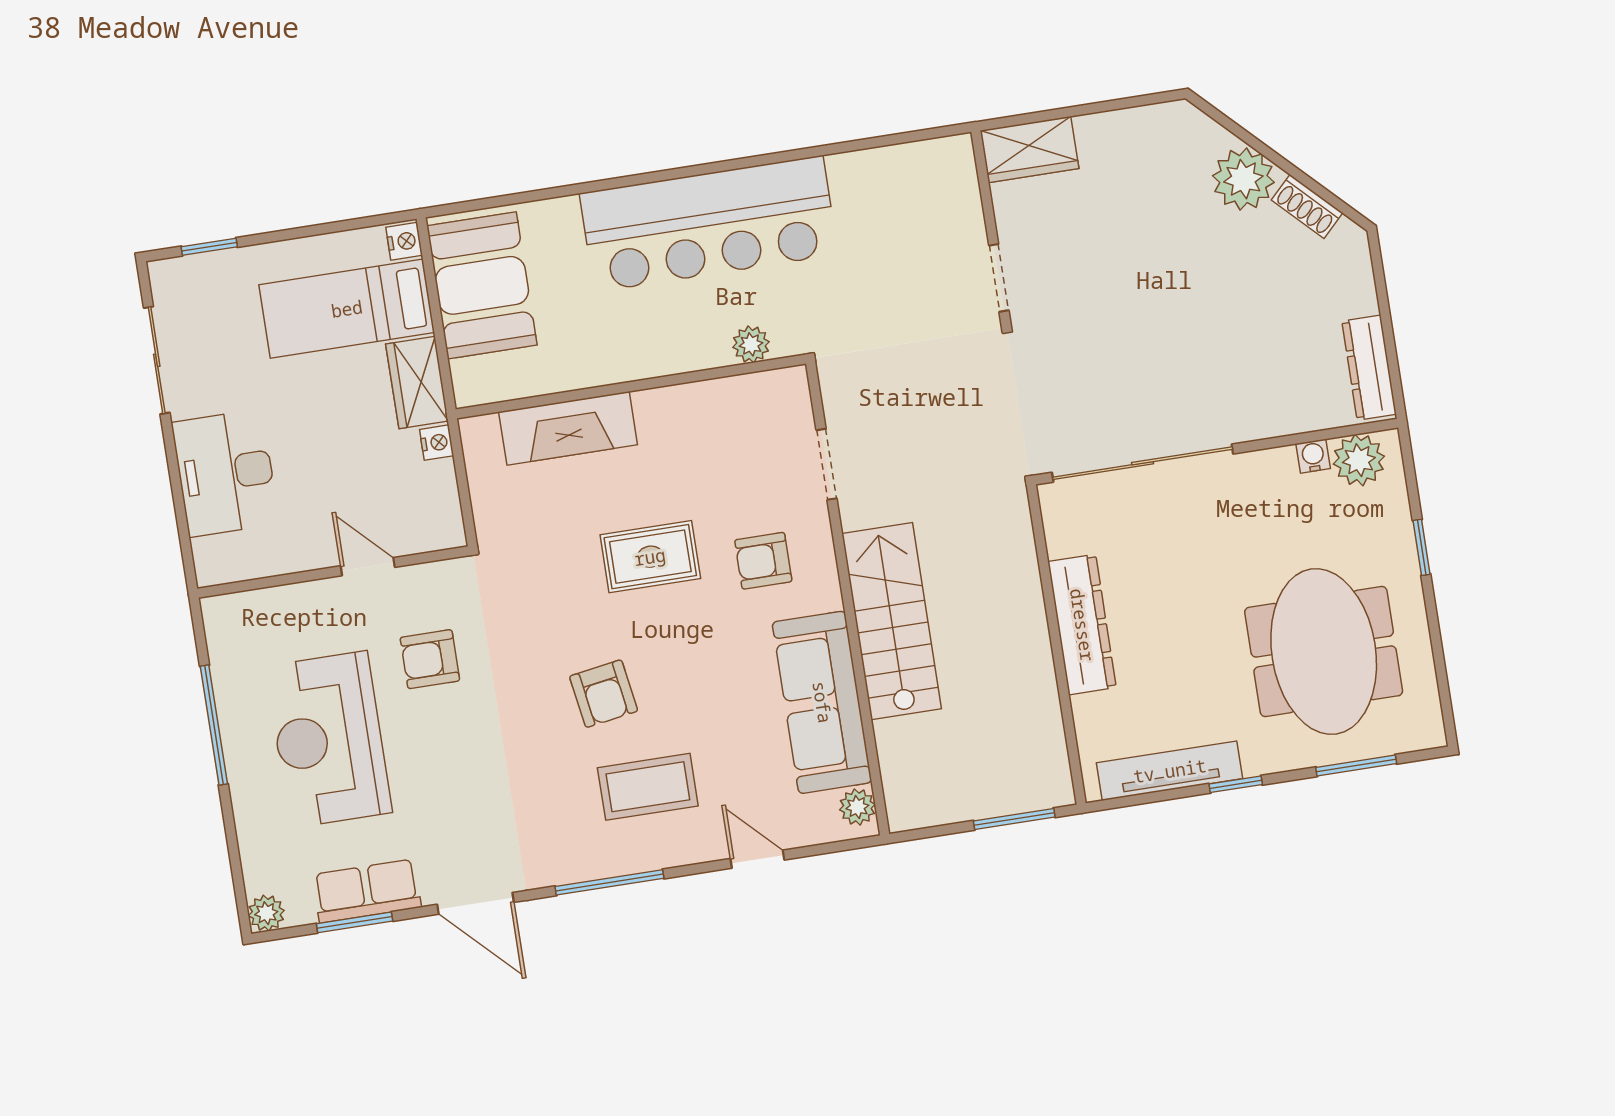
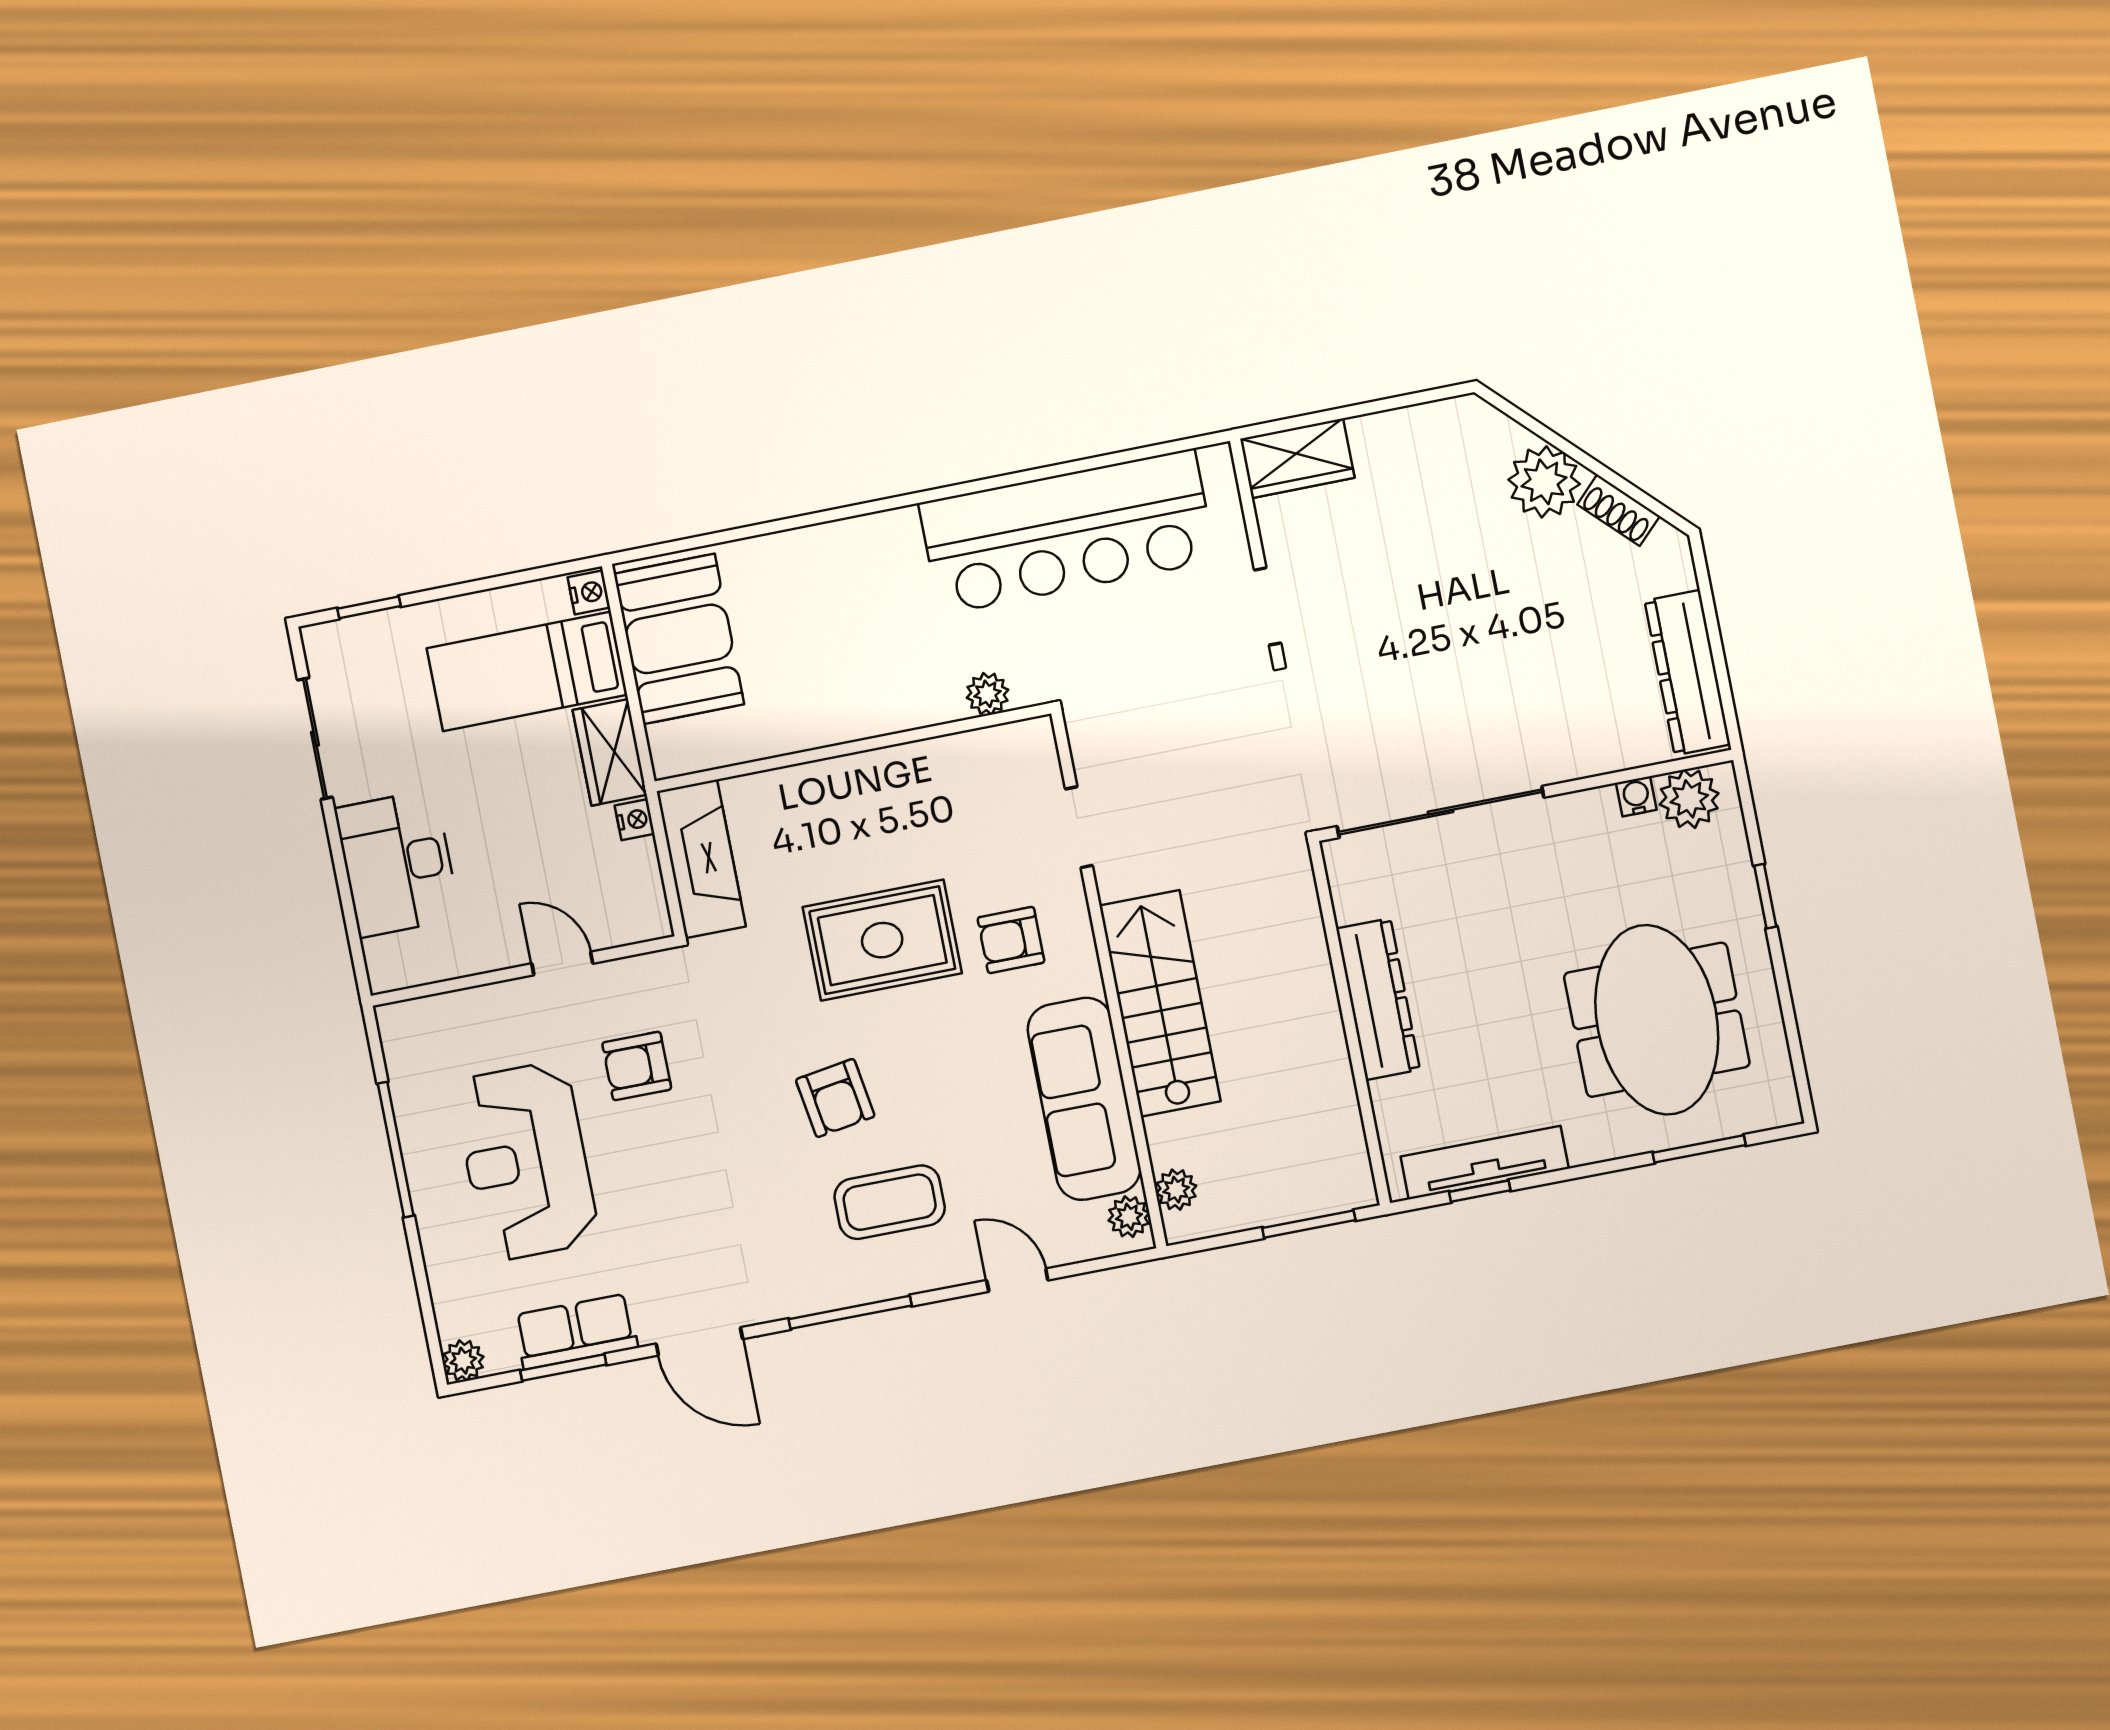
bar counter: (709, 224) -> (1067, 532), moved
dresser: (1369, 368) -> (1687, 673), width x1.37, depth x1.24
fireplace: (568, 428) -> (701, 859), moved, turned -90
rug: (650, 557) -> (882, 940), width x1.36, depth x1.43
window: (1236, 784) -> (1480, 1191), moved
plant: (900, 785) -> (1176, 1190), added

